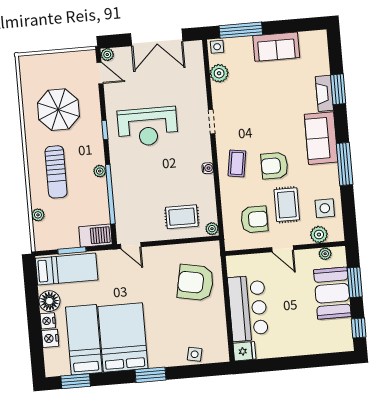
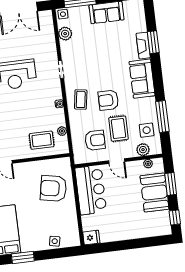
window: (345, 164) -> (162, 117), moved
plant: (212, 229) -> (62, 131), moved
bar counter: (248, 308) -> (91, 190), moved

